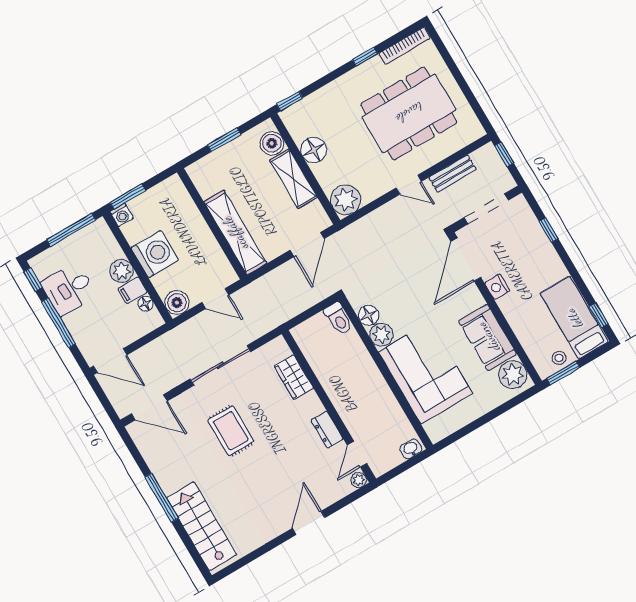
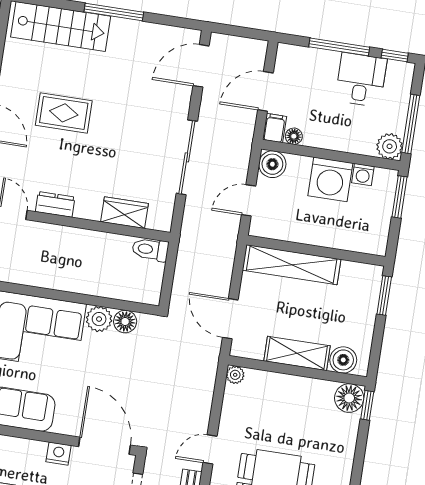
window: (224, 140) -> (384, 296), moved
floor lamp: (314, 150) -> (349, 398), moved
plant: (346, 200) -> (235, 375), width x0.53, depth x0.53
washing machine: (122, 215) -> (363, 175), moved, turned -90
plant: (122, 271) -> (390, 146), moved
filing cabinet: (132, 290) -> (275, 128), moved
toilet: (338, 319) -> (150, 249), moved
door: (110, 361) -> (265, 91), moved
rug: (231, 431) -> (64, 113), moved

